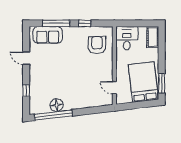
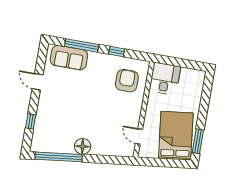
cot: (153, 37) -> (197, 83), removed
floor lamp: (57, 105) -> (83, 146), moved

